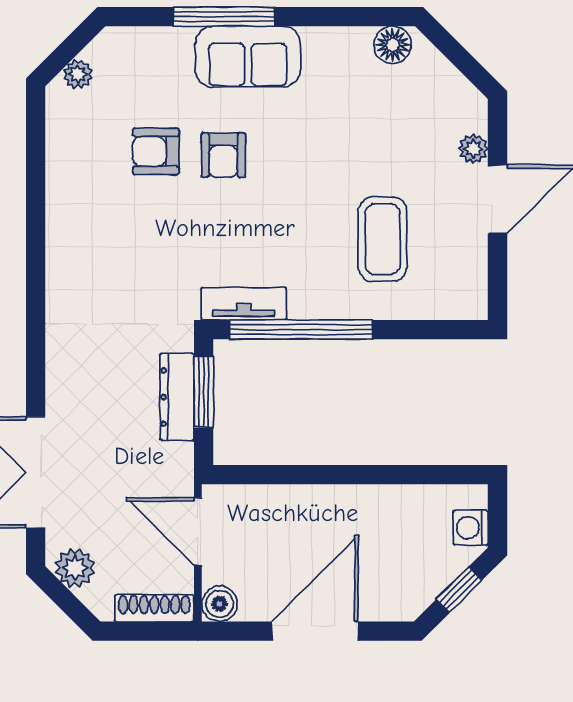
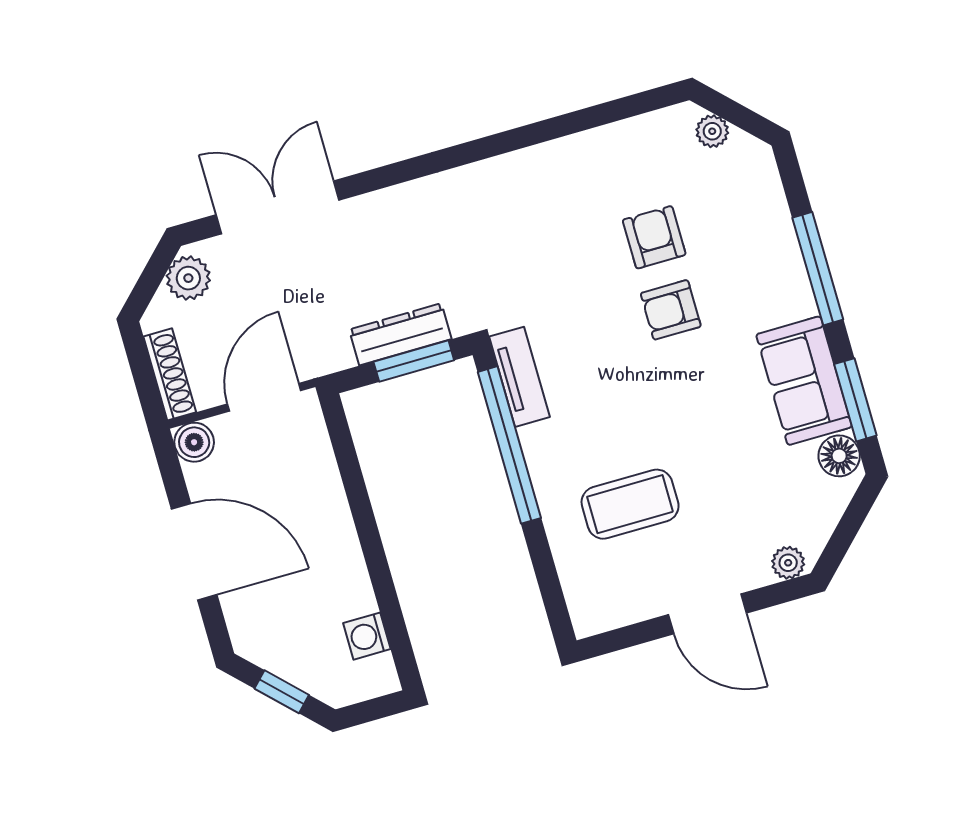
window: (348, 17) -> (855, 400), added
sofa: (248, 57) -> (804, 381), moved
plant: (473, 149) -> (788, 563), moved
washing machine: (471, 528) -> (367, 636), moved, turned -90

